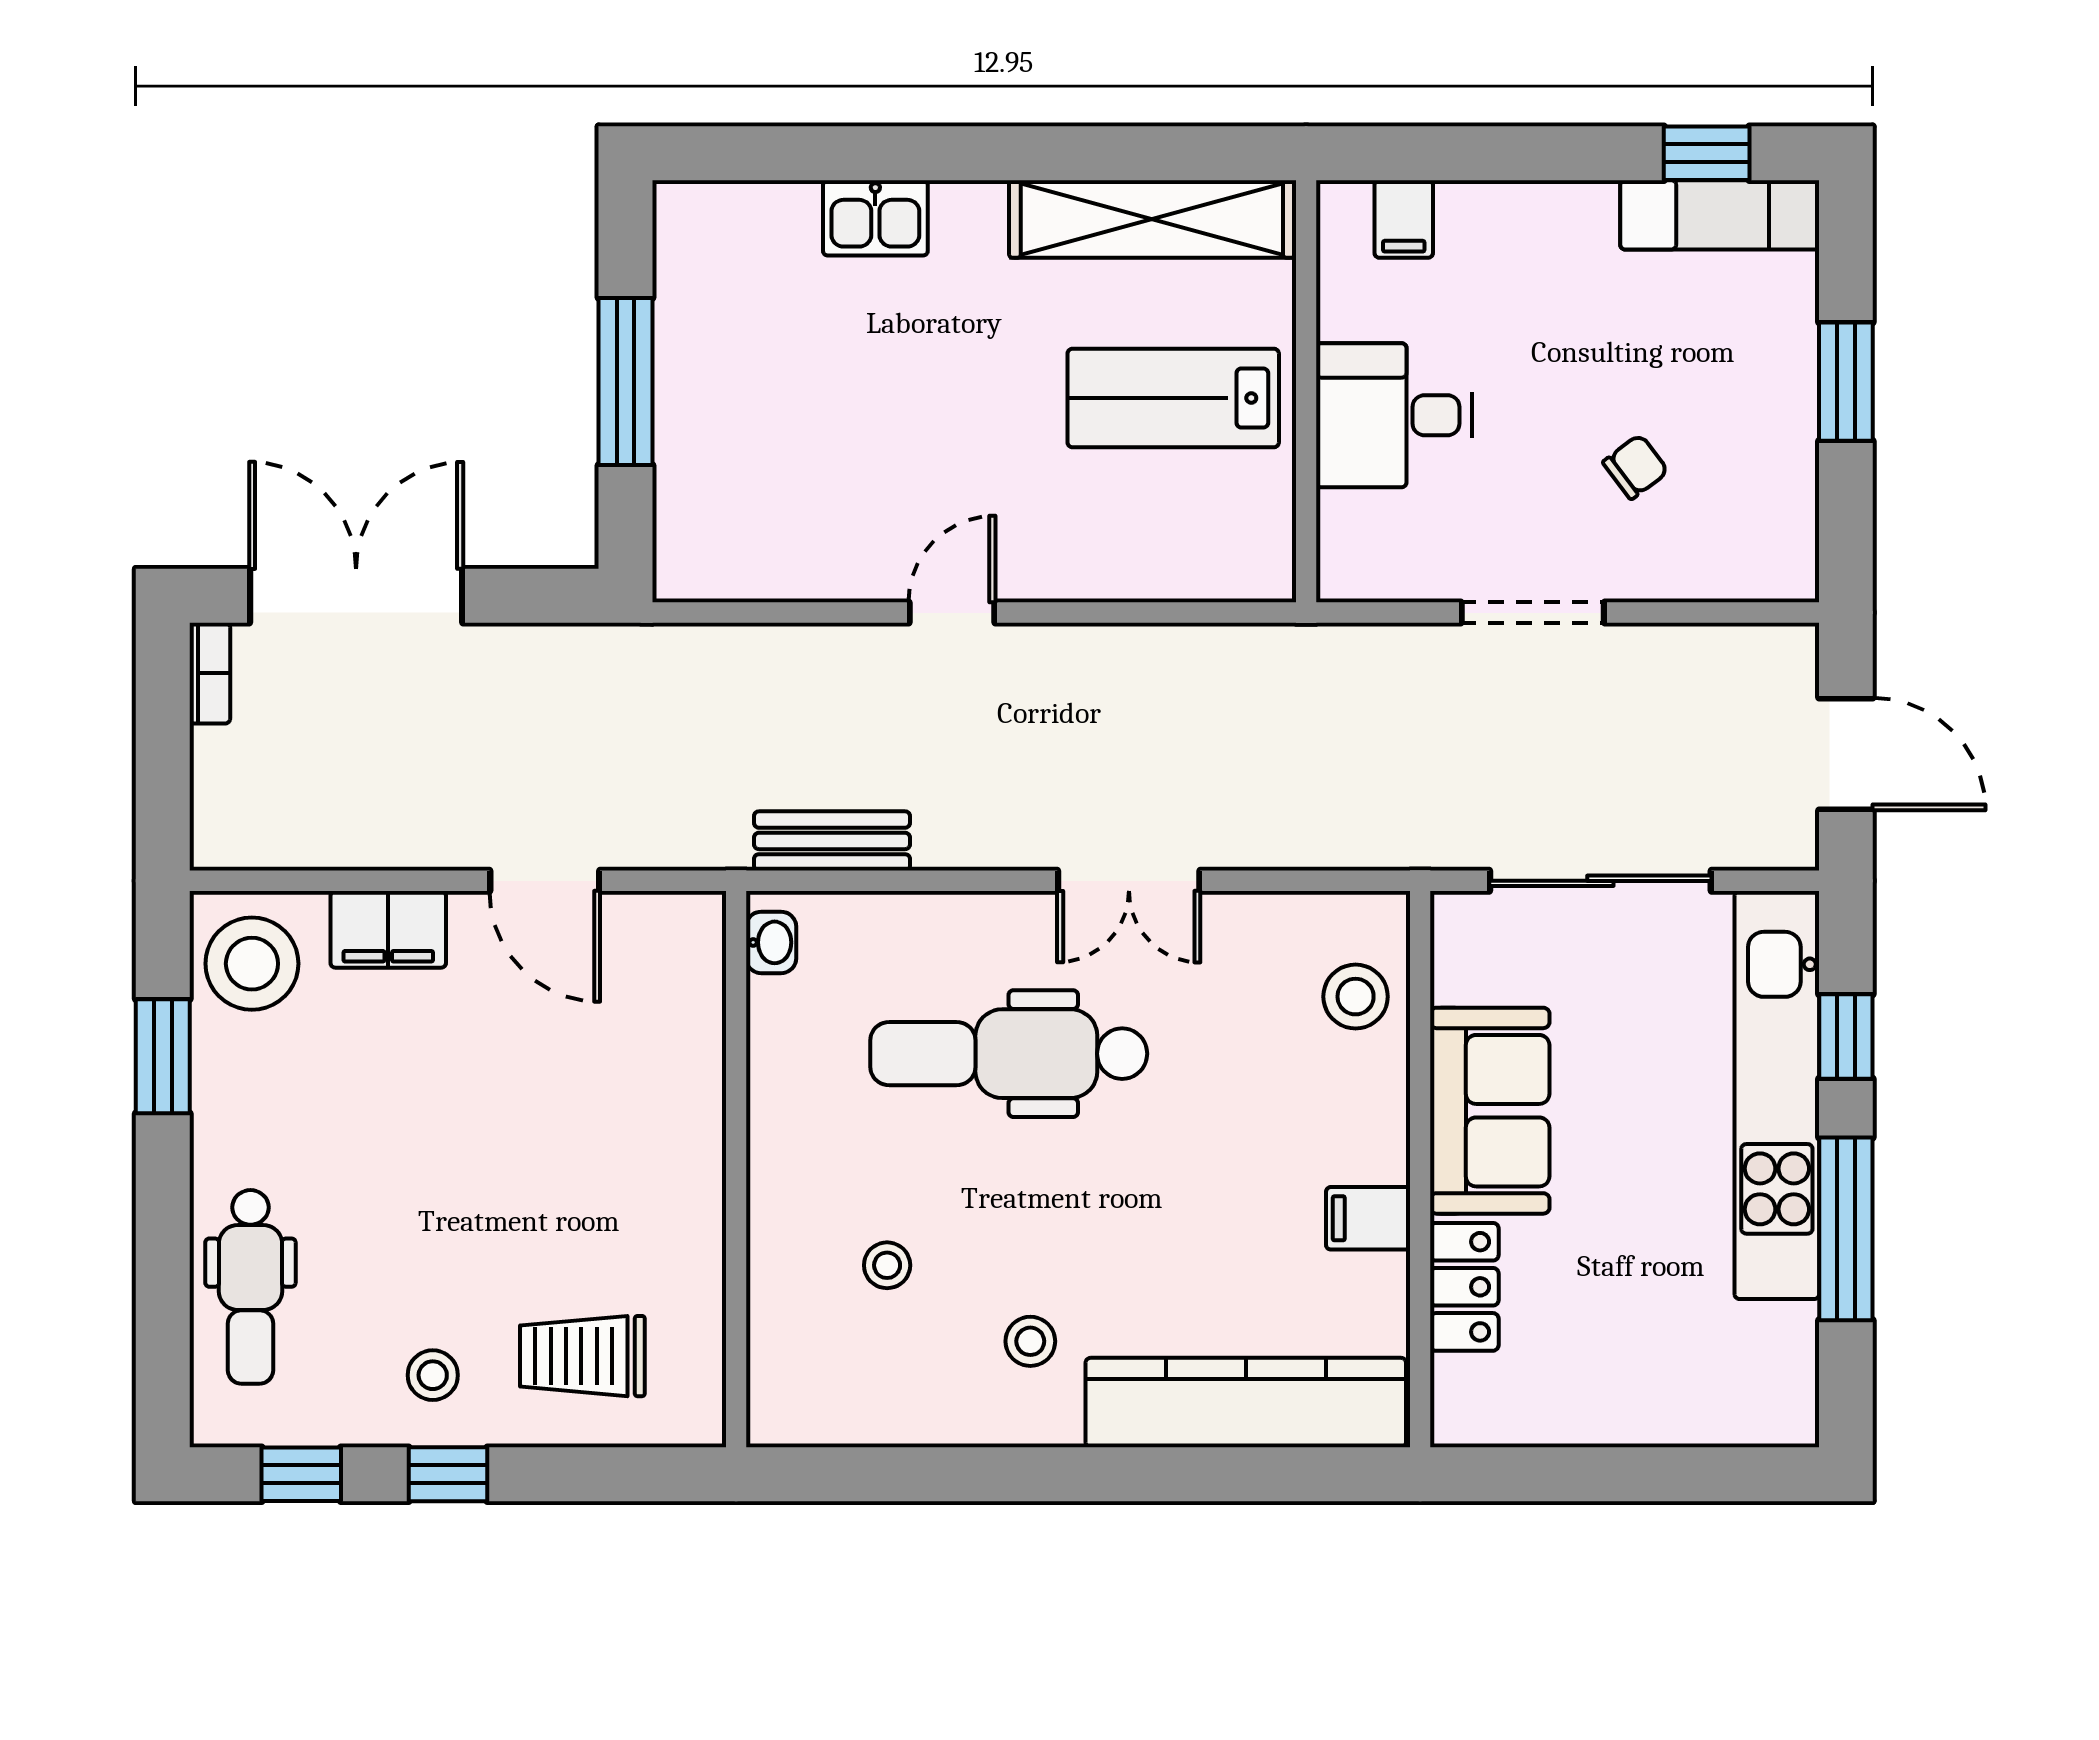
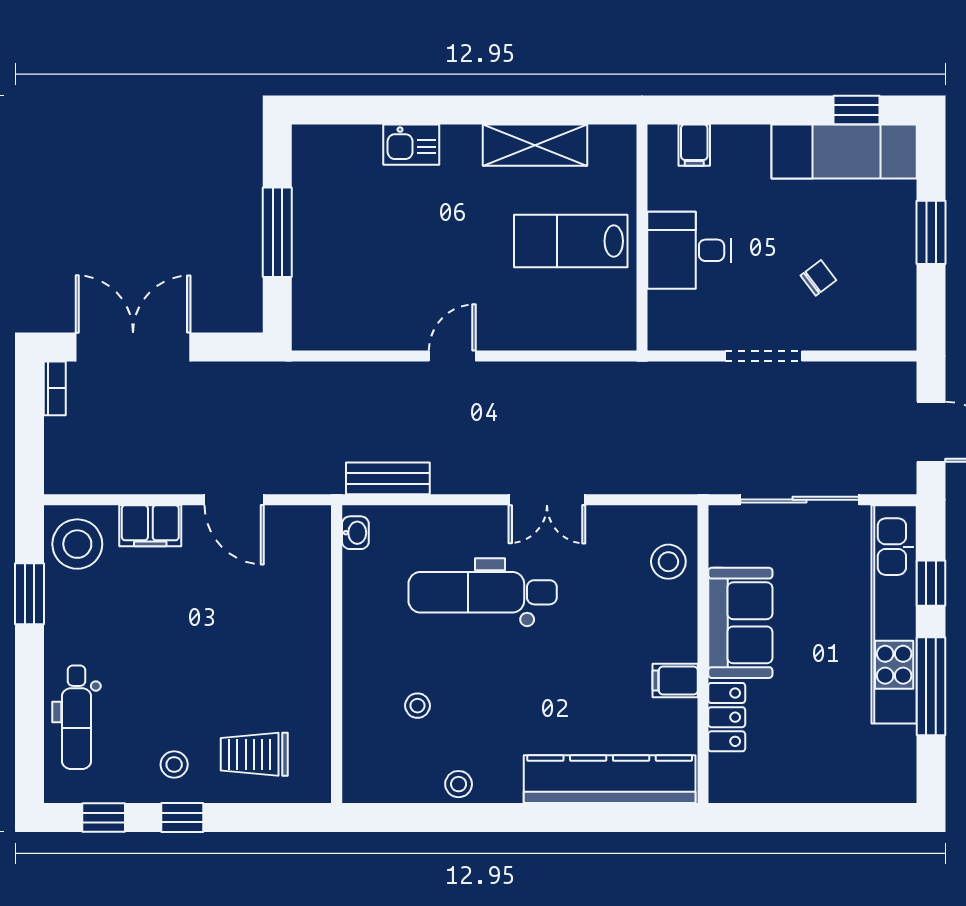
exam couch: (1720, 215) -> (844, 151), width x1.36, depth x1.45
shelving: (1152, 219) -> (535, 145), width x0.68
stool: (1030, 1341) -> (459, 784), moved

